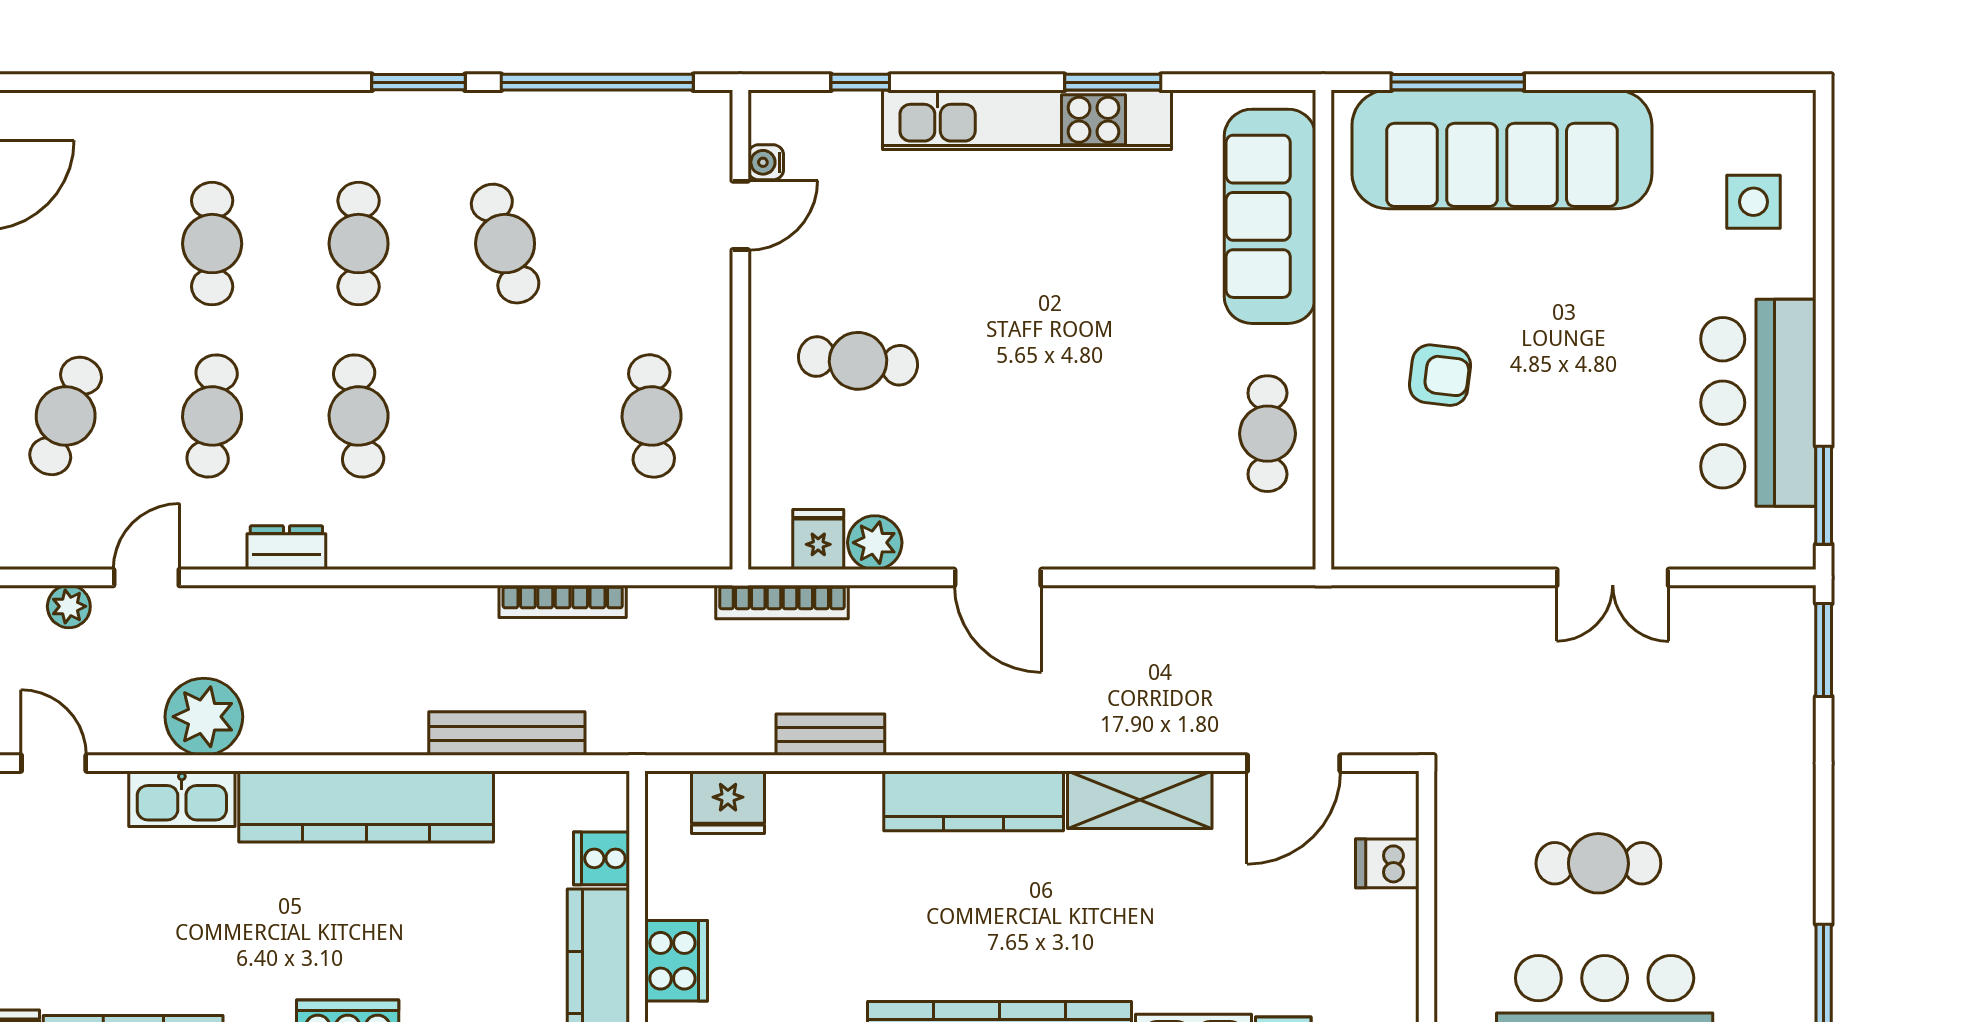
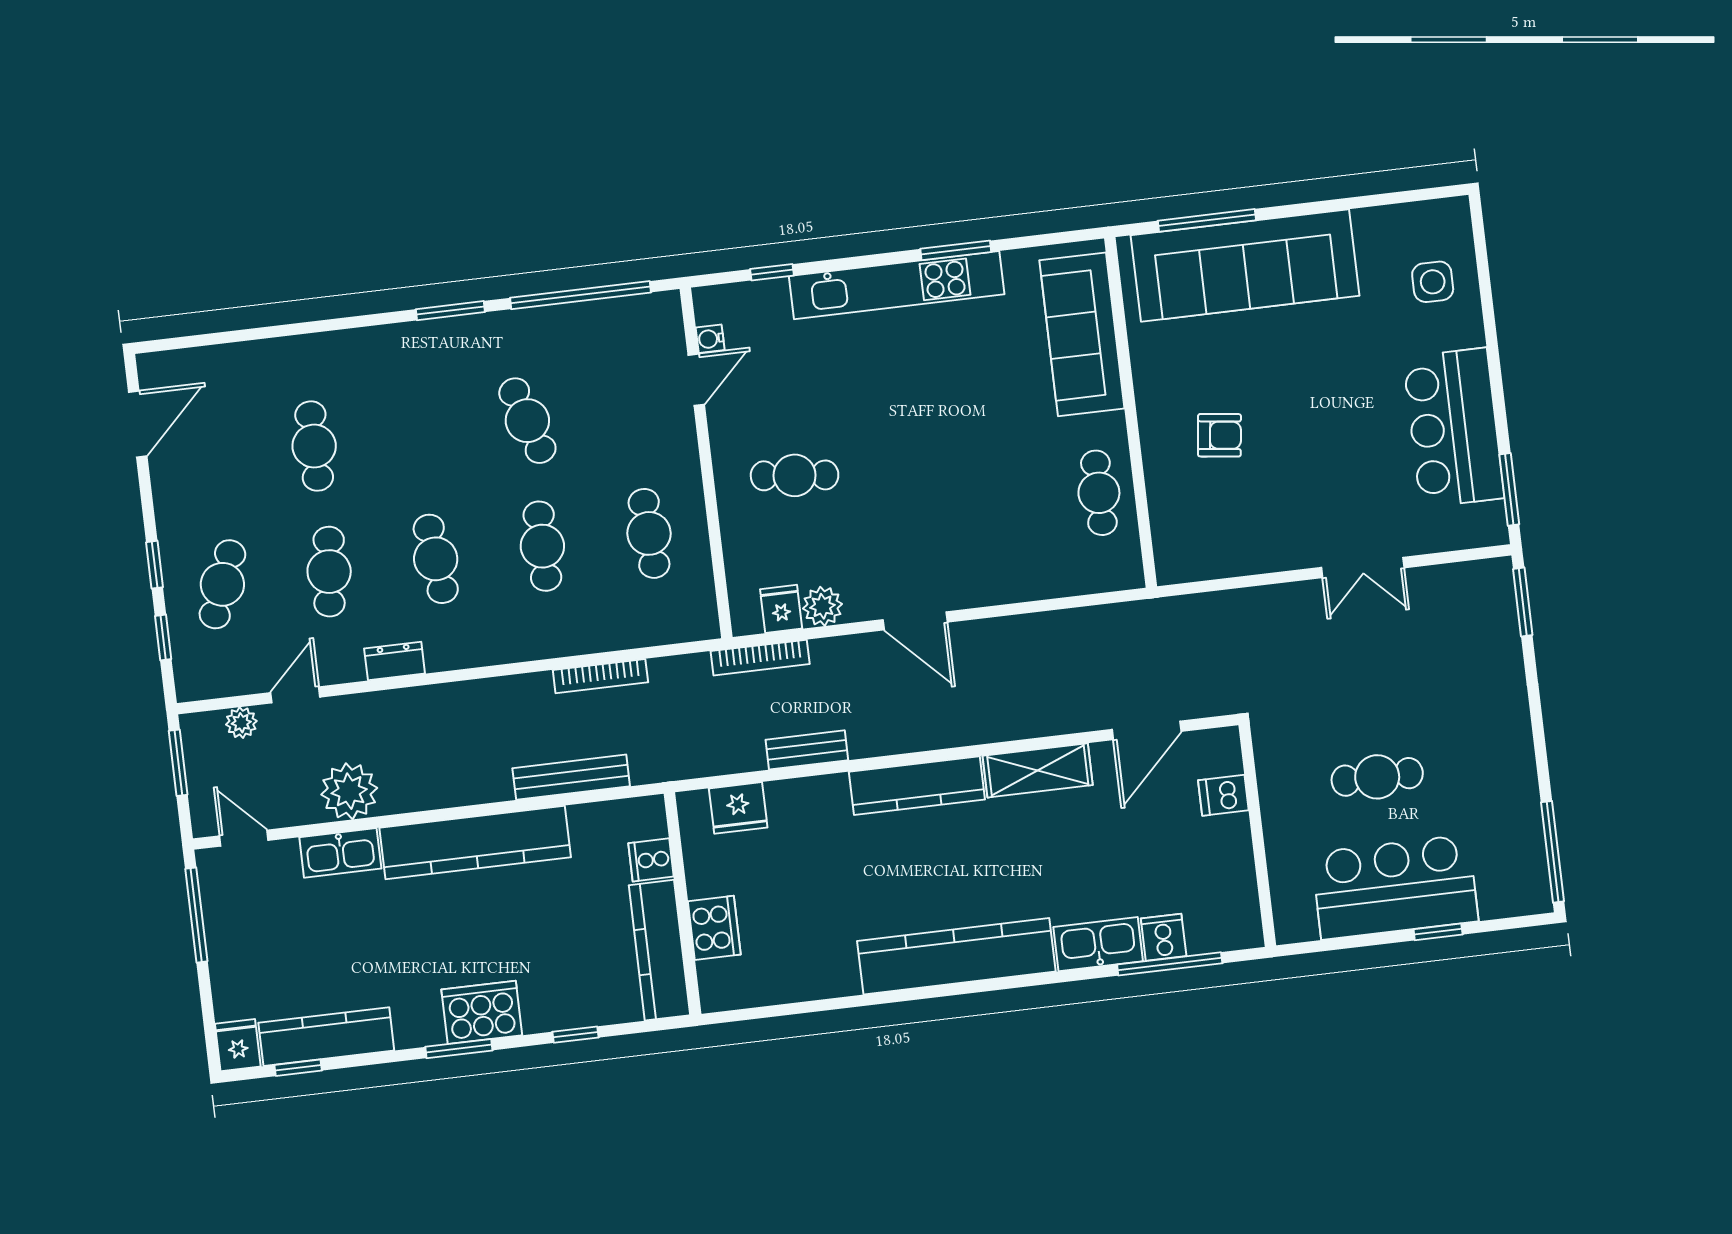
cafe table: (359, 244) -> (542, 546), moved

